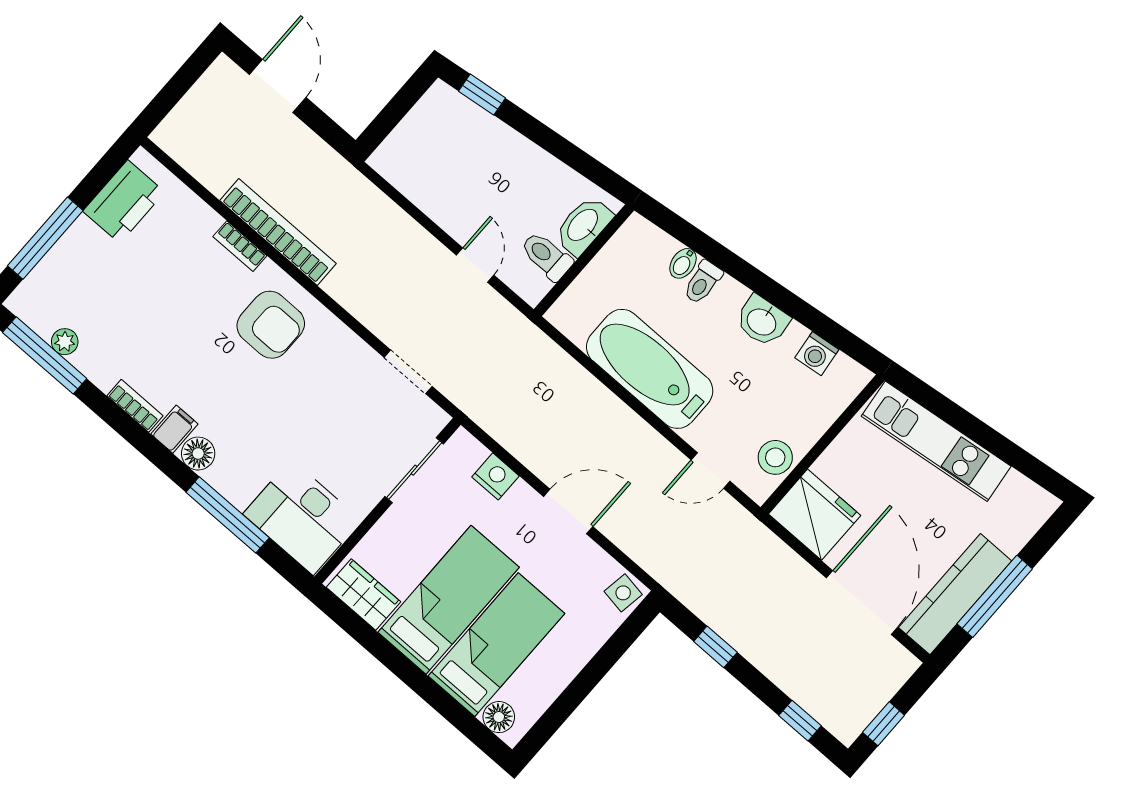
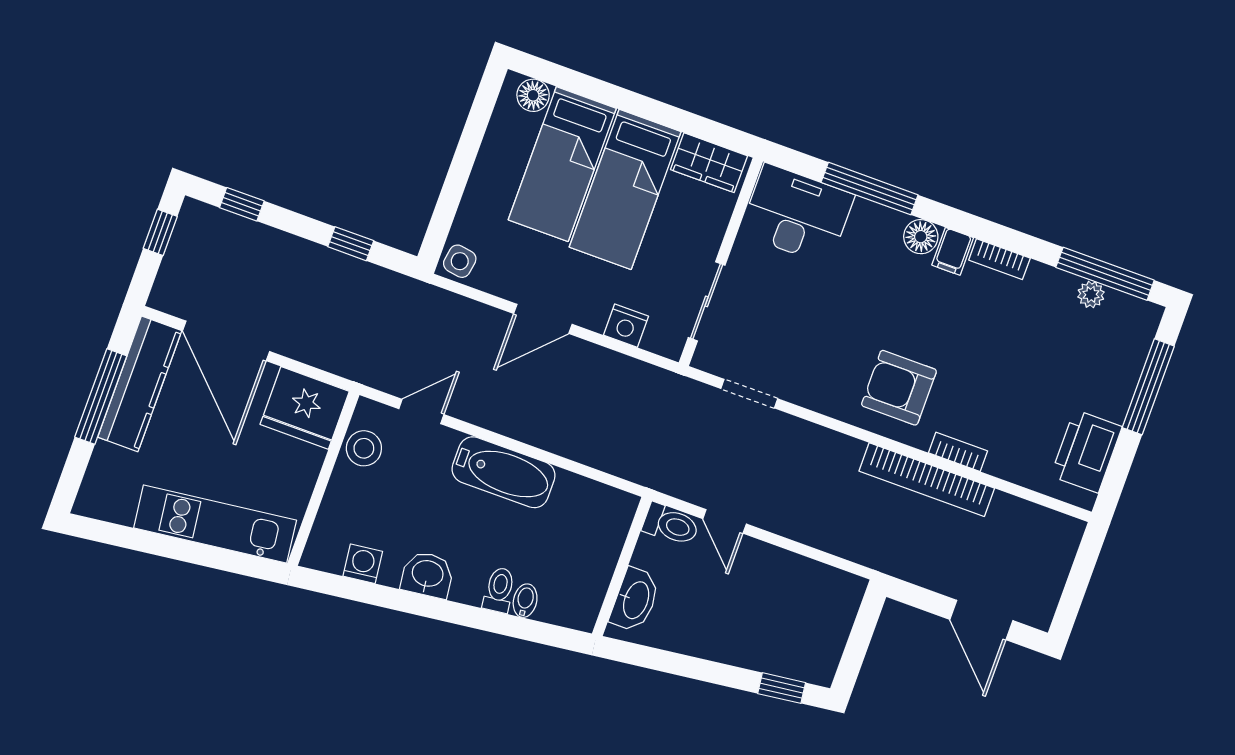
toilet: (546, 256) -> (671, 525), moved
bathtub: (650, 369) -> (504, 472), width x0.73, depth x0.73

